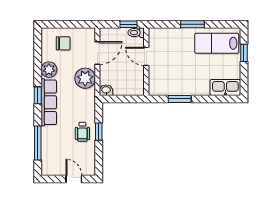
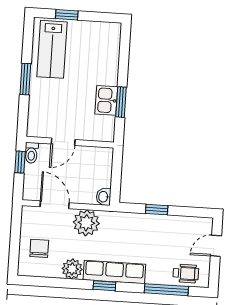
kitchen sink: (225, 87) -> (106, 100), moved, width x0.73
wheelchair: (82, 132) -> (186, 273), moved

